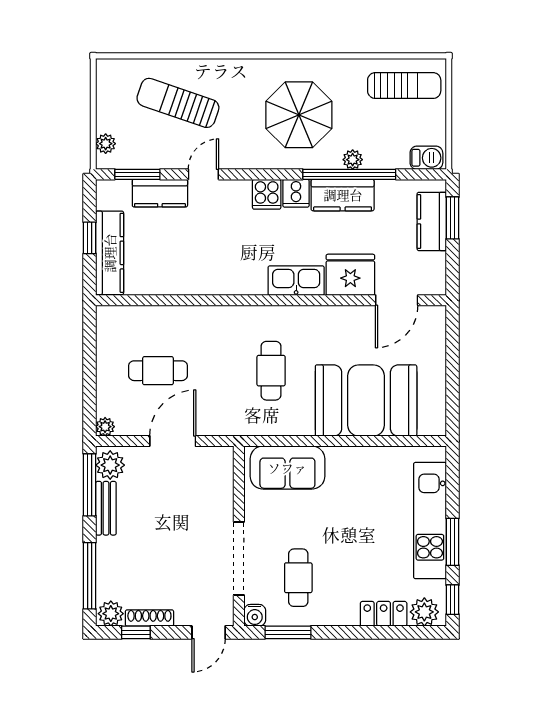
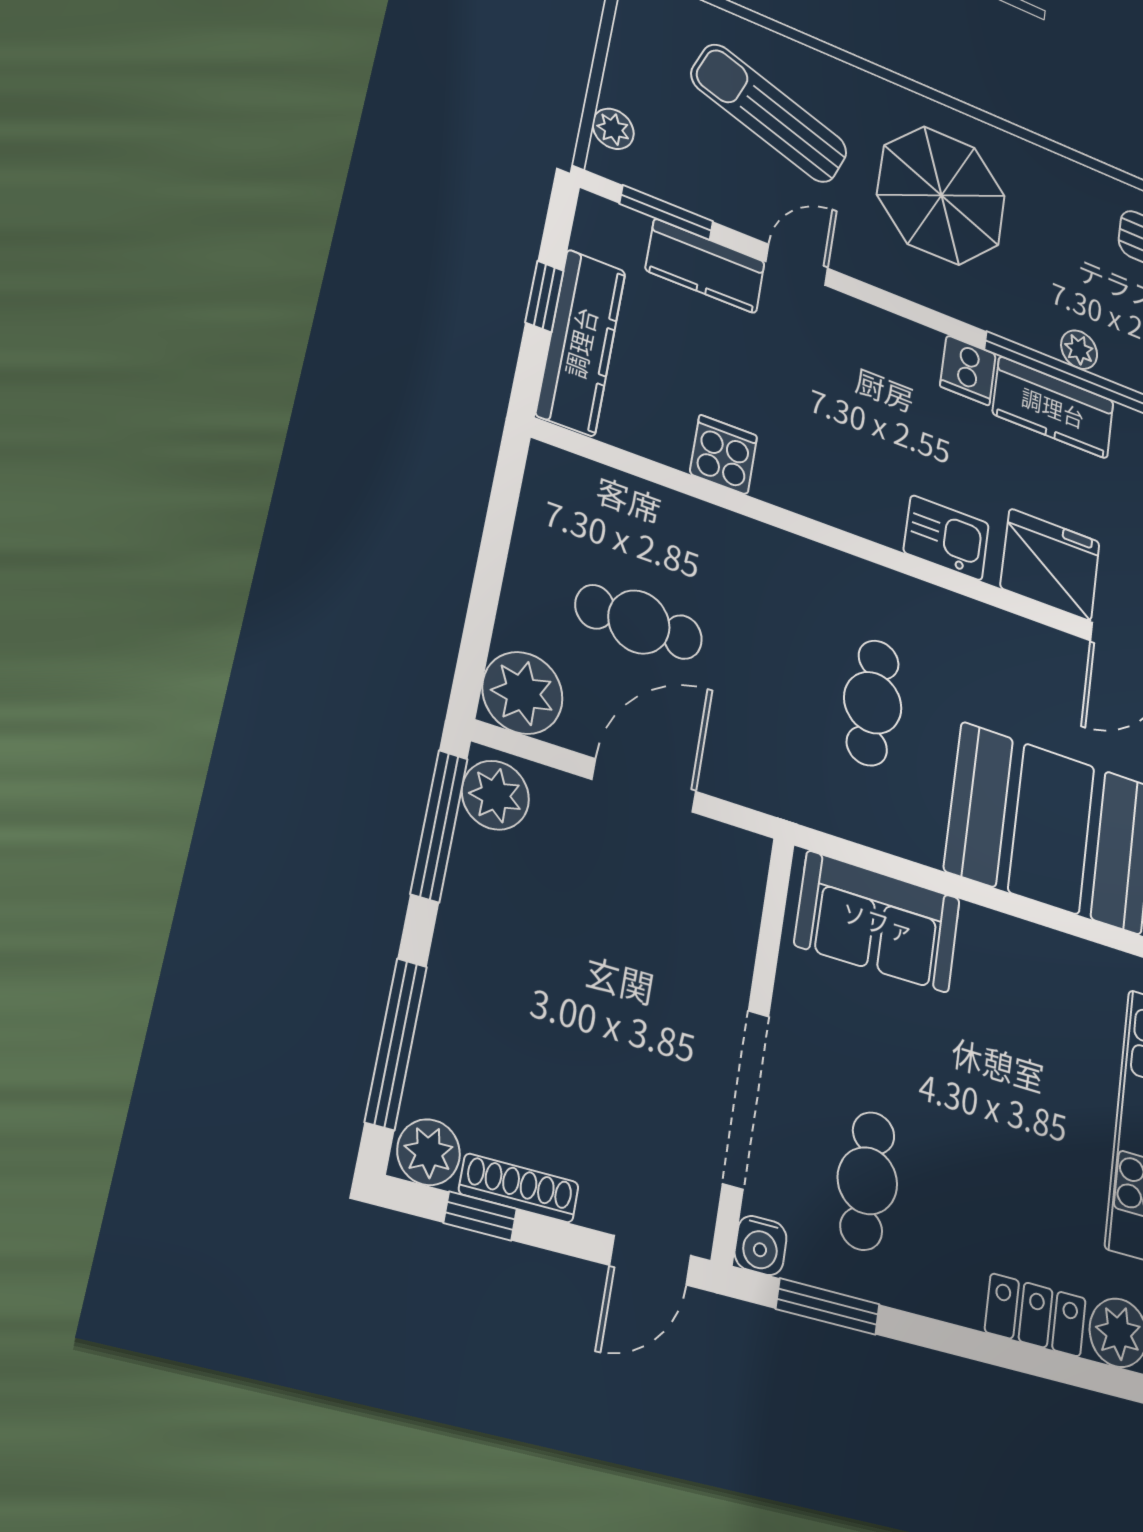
parasol: (299, 115) -> (941, 195), moved
cooker: (267, 194) -> (724, 455), moved, turned 180
kitchen sink: (296, 281) -> (946, 538), width x0.73
plant: (105, 427) -> (523, 693), width x1.88, depth x1.88
bench: (106, 508) -> (467, 892), removed

